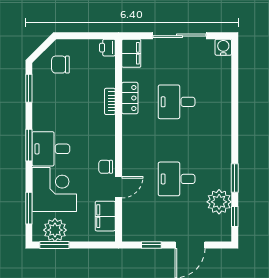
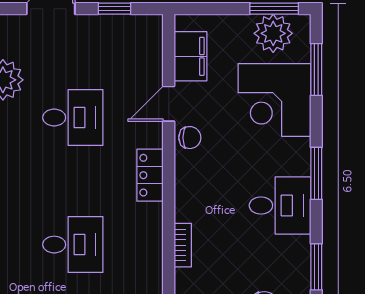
locker: (130, 98) -> (150, 175), moved
desk: (51, 149) -> (280, 205), moved

